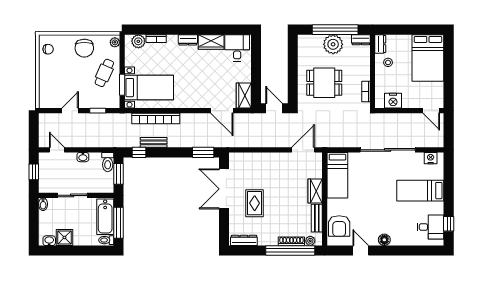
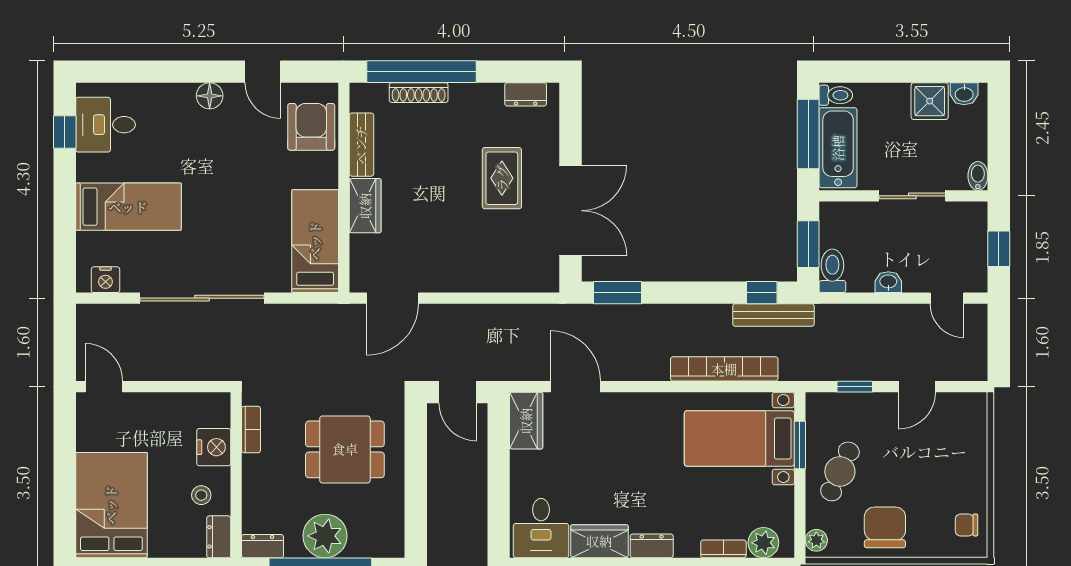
nightstand: (393, 101) -> (214, 447), moved, turned 90
bench: (154, 142) -> (773, 315), moved, width x1.36
dresser: (244, 240) -> (526, 94), width x0.70
plant: (310, 241) -> (376, 94), removed

